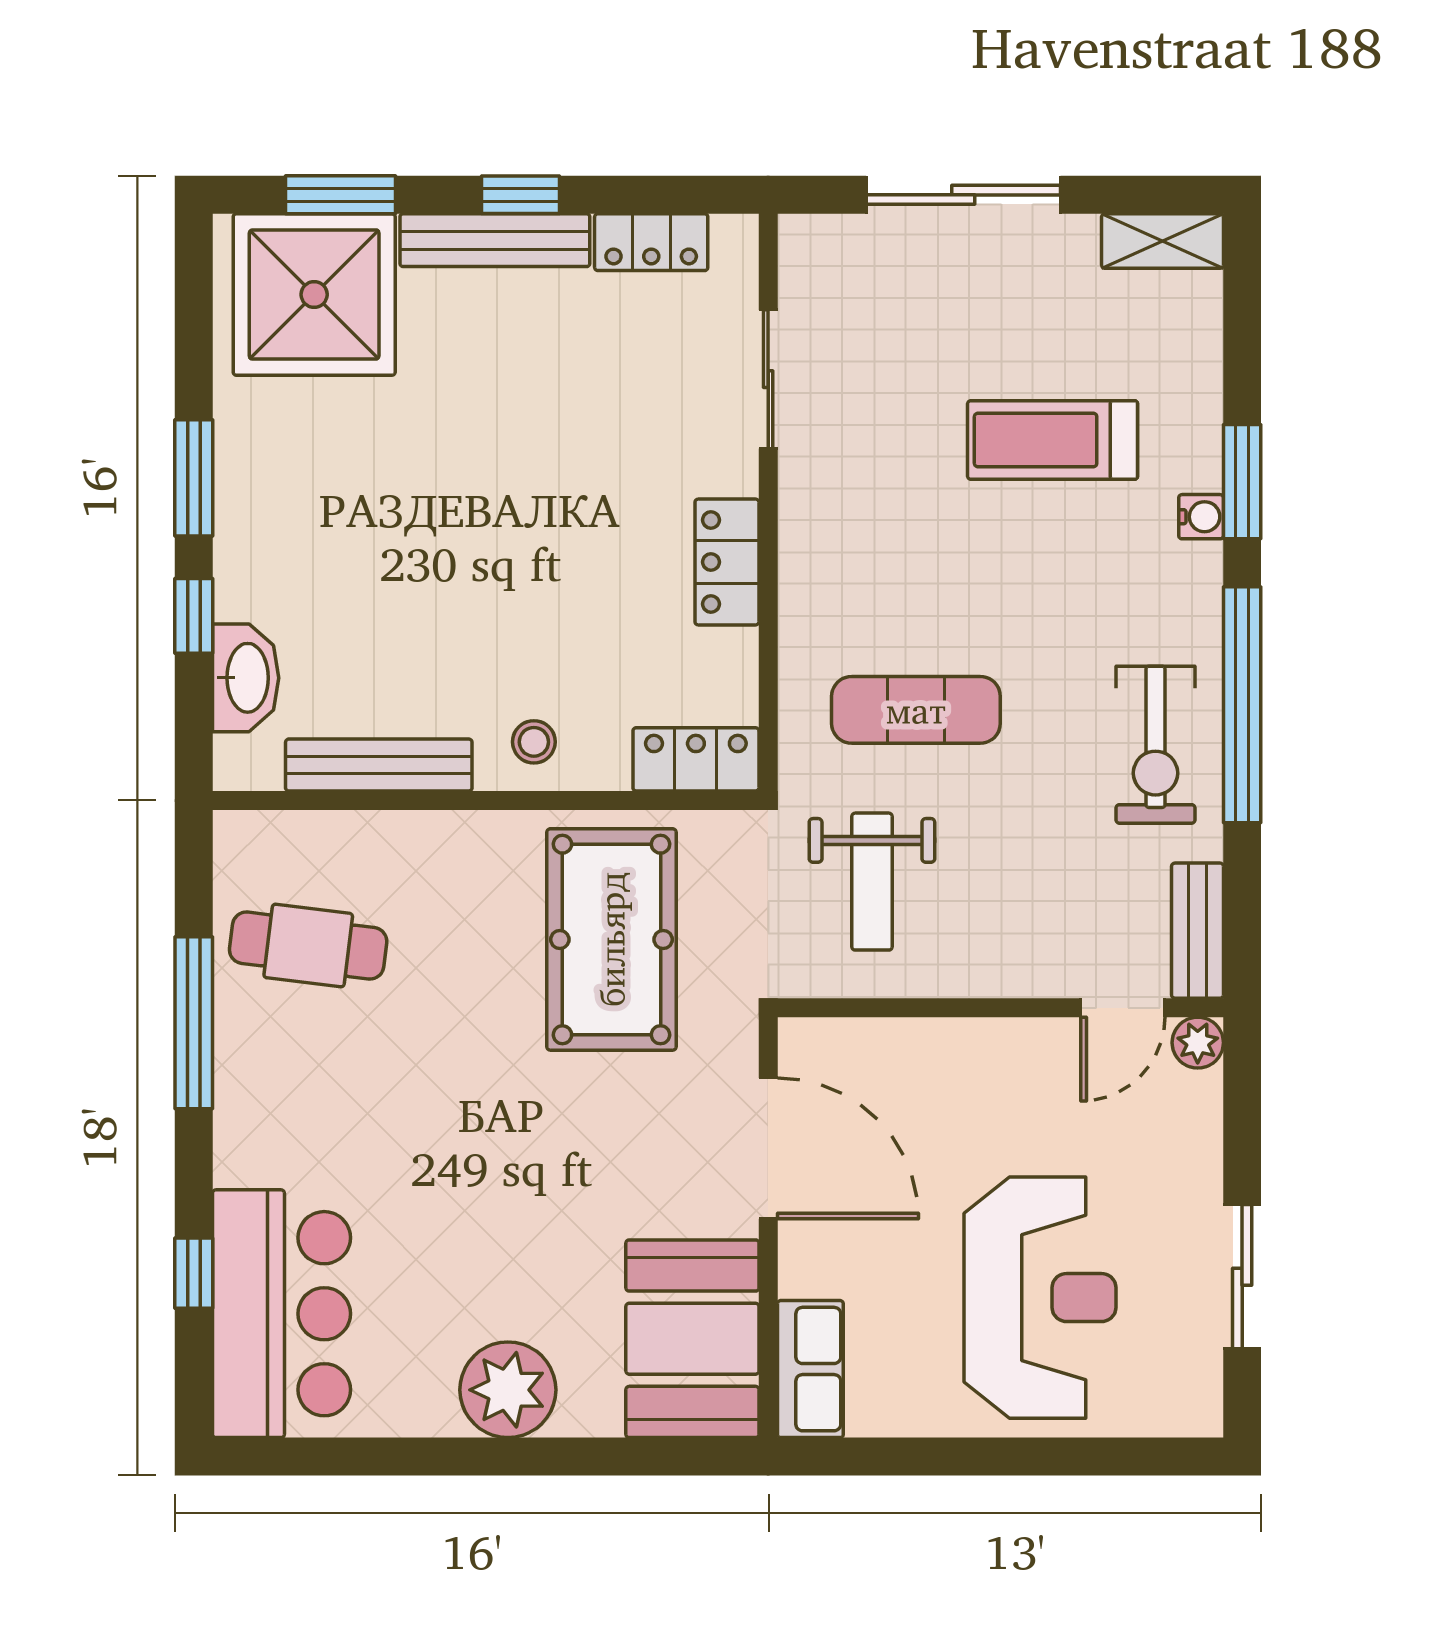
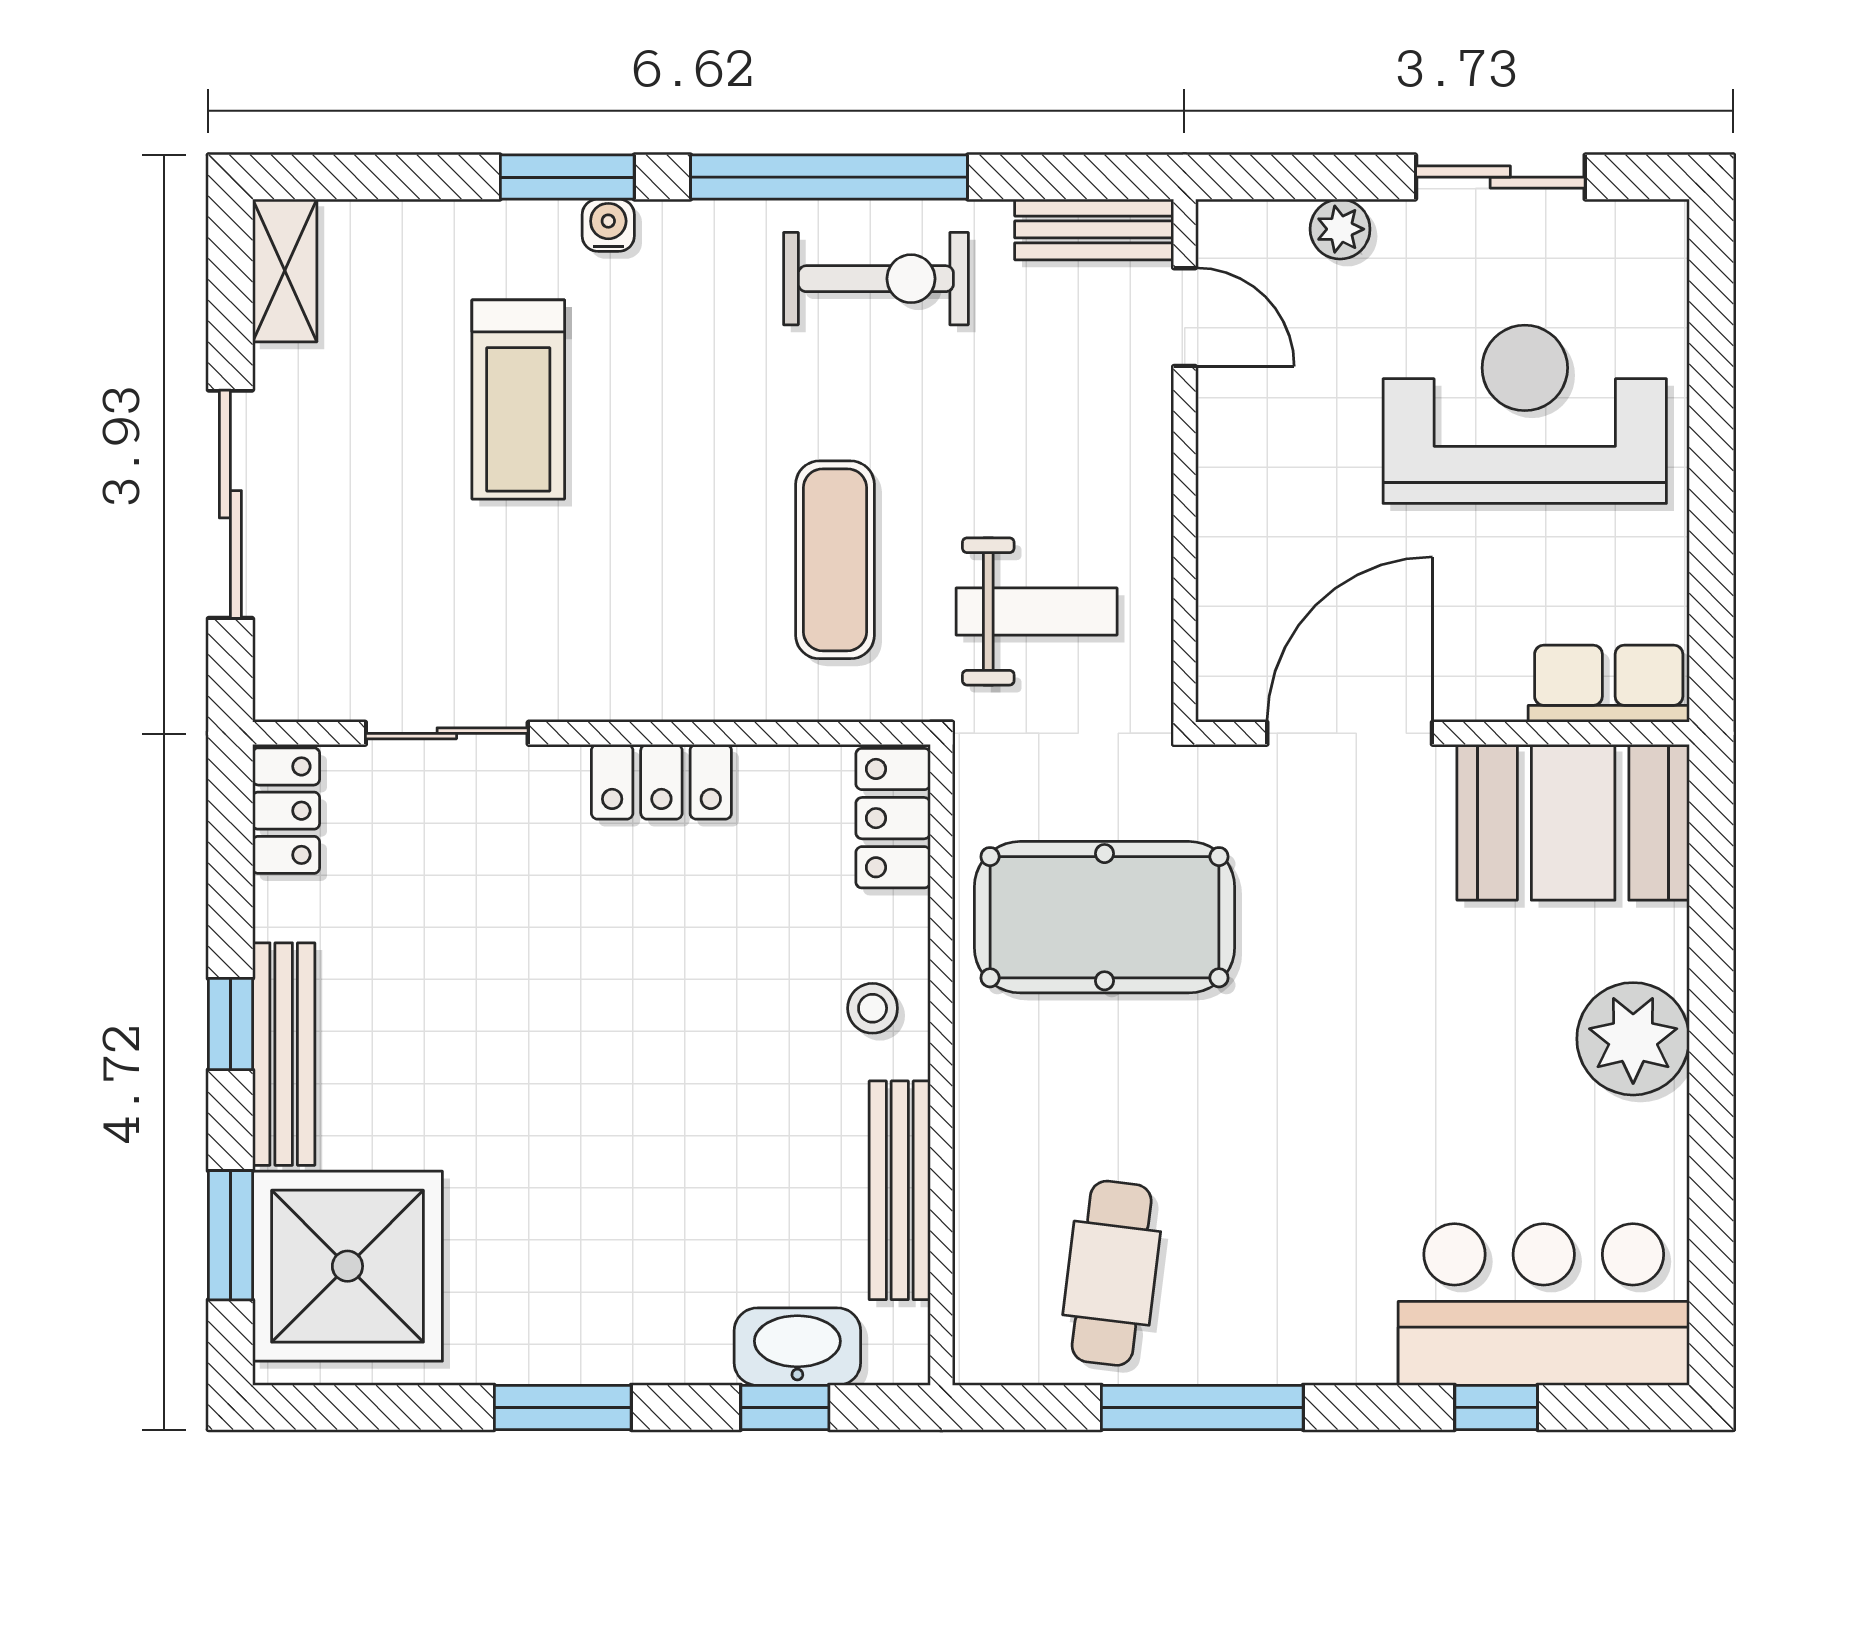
locker: (651, 242) -> (286, 811), moved
window: (194, 616) -> (785, 1407), moved
plant: (1198, 1043) -> (1340, 229), moved

